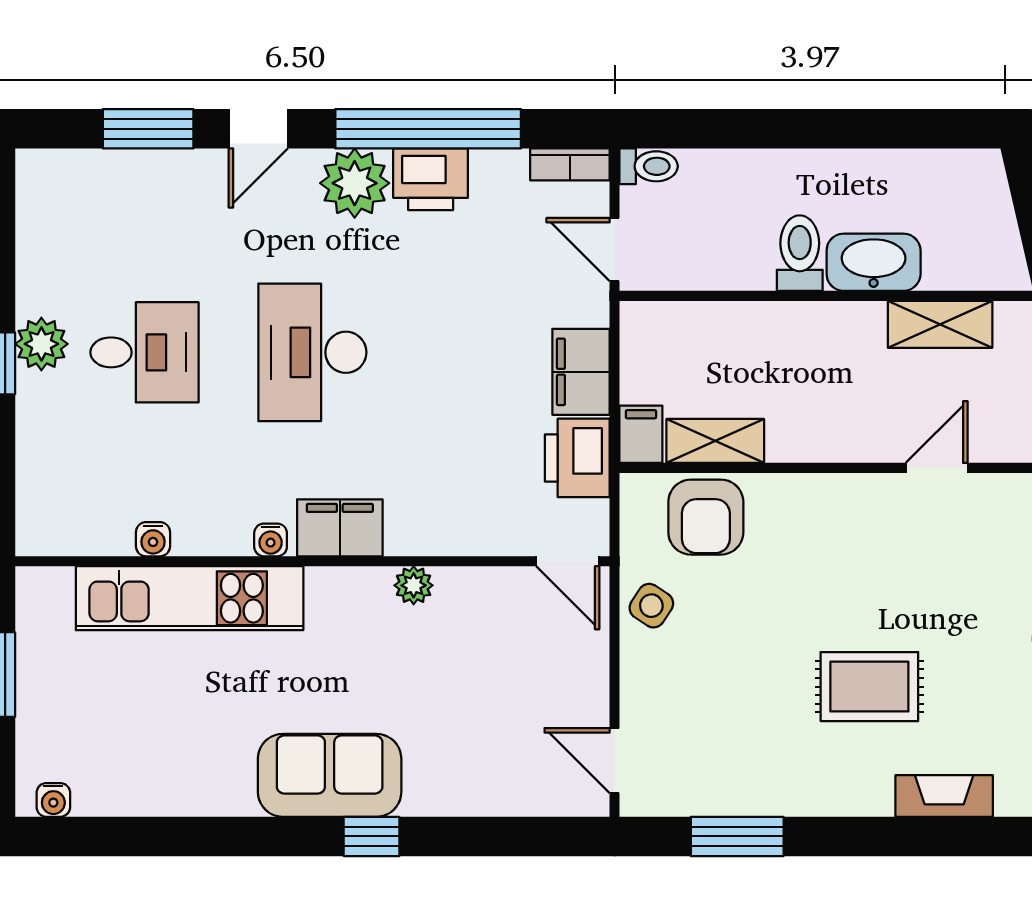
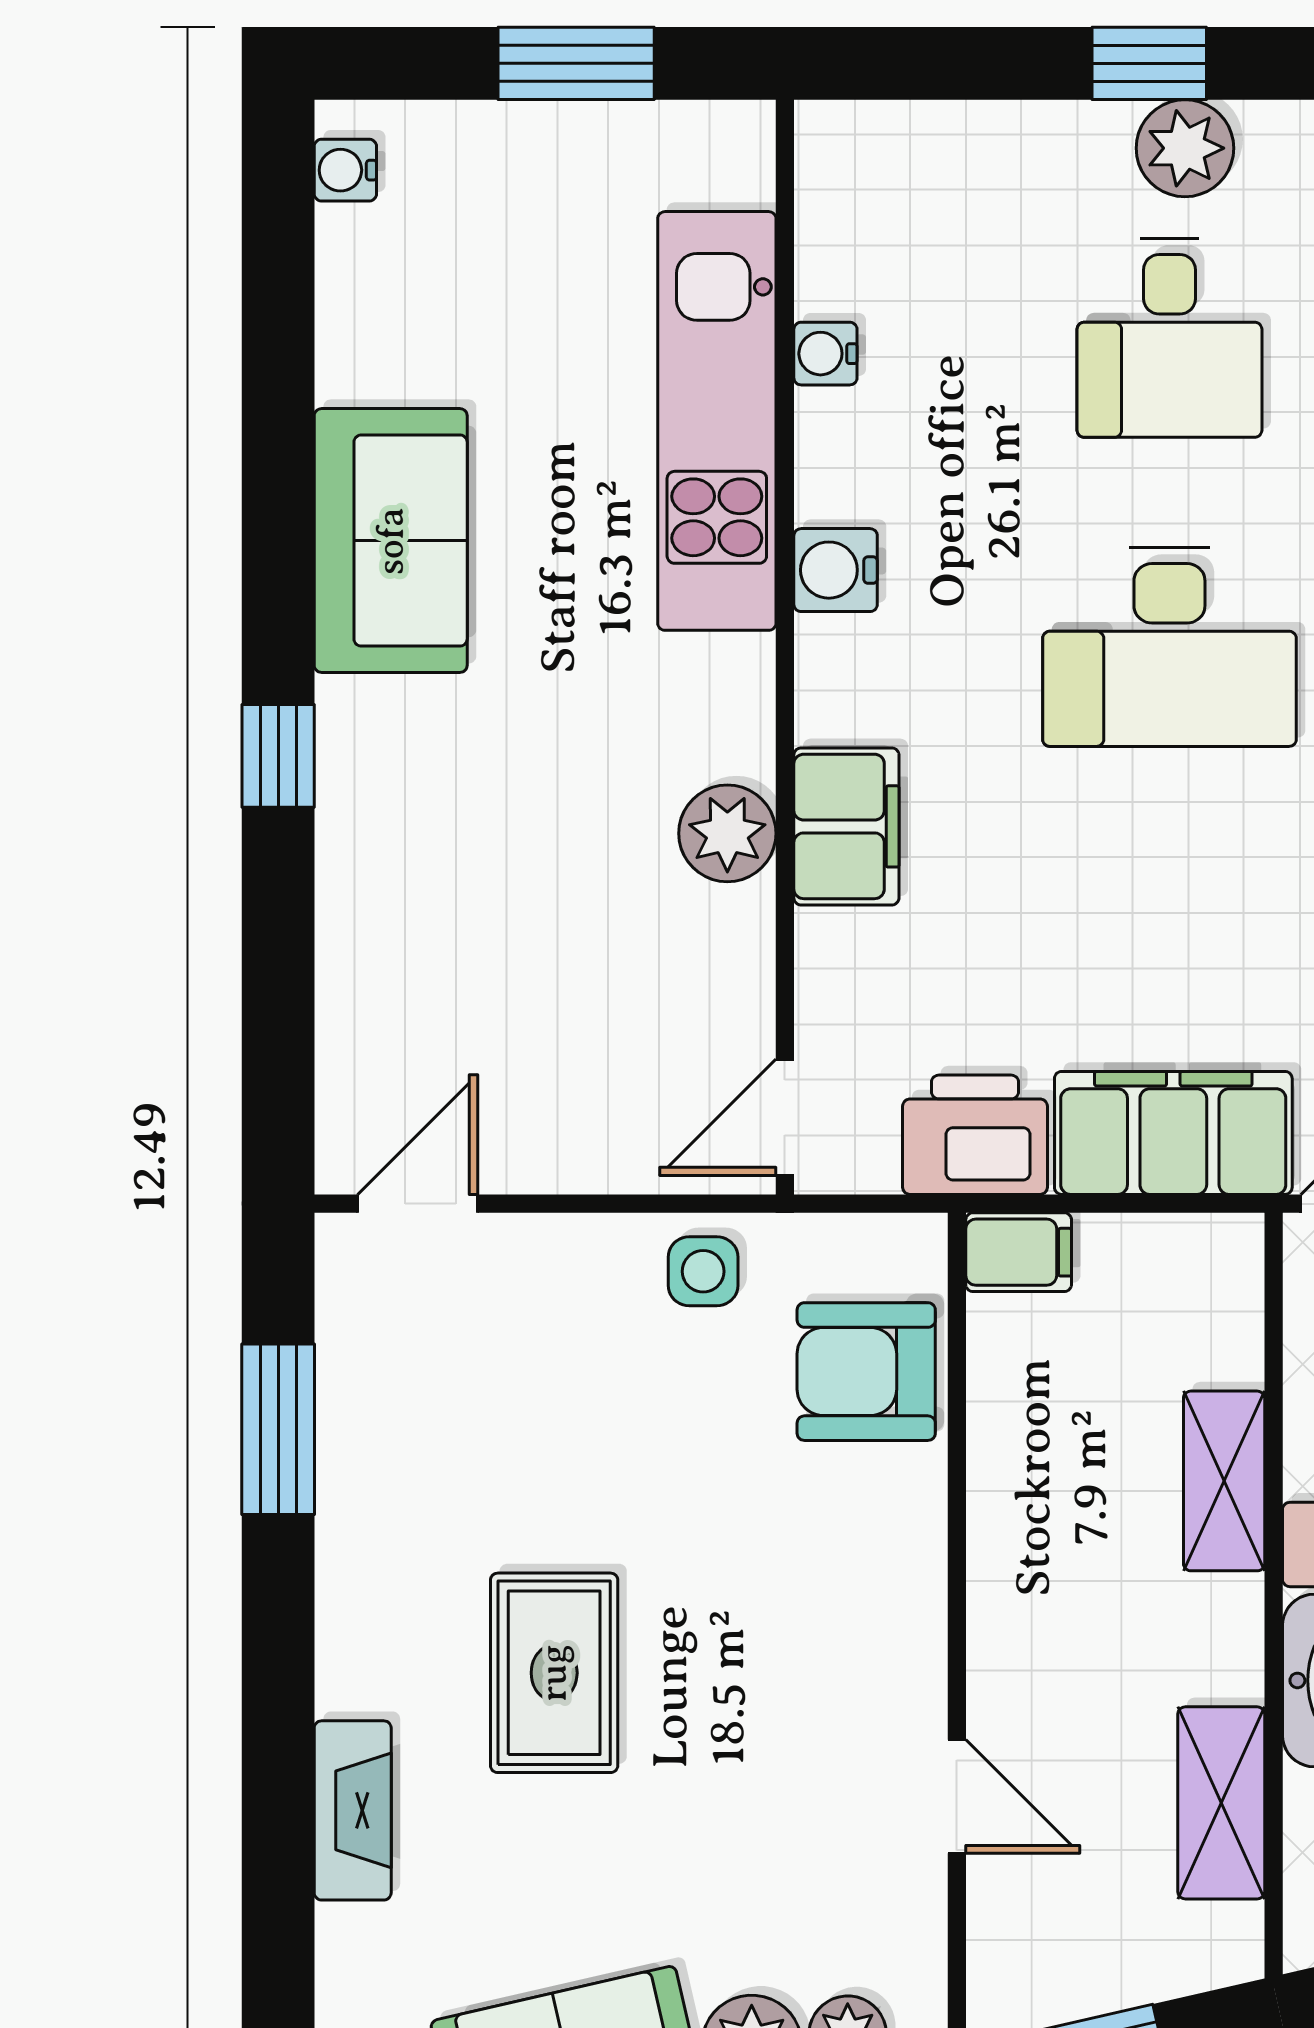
desk: (312, 352) -> (1169, 647), turned 180
filing cabinet: (581, 372) -> (1173, 1133), width x1.50, depth x1.17
shelving: (715, 441) -> (1224, 1481), moved
filing cabinet: (340, 528) -> (846, 826), moved
water cooler: (271, 540) -> (836, 570), width x1.38, depth x1.38
plant: (414, 585) -> (727, 833), width x1.38, depth x1.38
side table: (651, 606) -> (703, 1271), turned -33
sofa: (330, 775) -> (391, 541), moved

